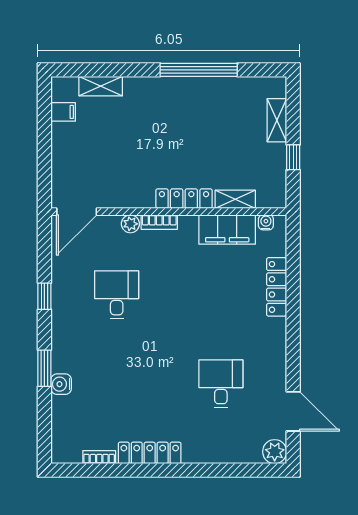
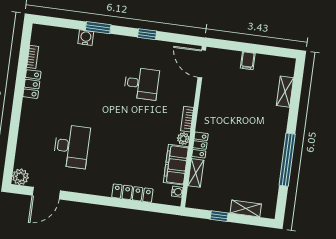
filing cabinet: (63, 112) -> (248, 61), moved
locker: (184, 199) -> (200, 145), width x0.66
plant: (130, 224) -> (183, 139), moved
desk: (221, 384) -> (72, 146), width x1.37
locker: (150, 453) -> (32, 84), width x0.66

